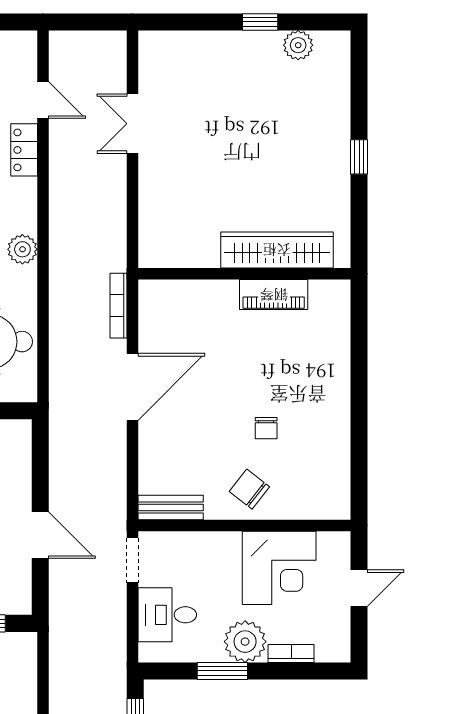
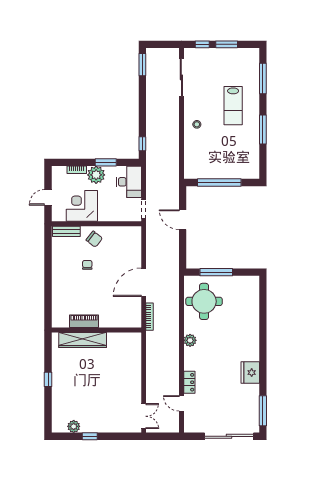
double door: (132, 124) -> (144, 416), moved
bench: (171, 507) -> (66, 231), moved
desk: (167, 615) -> (129, 182), width x1.37

